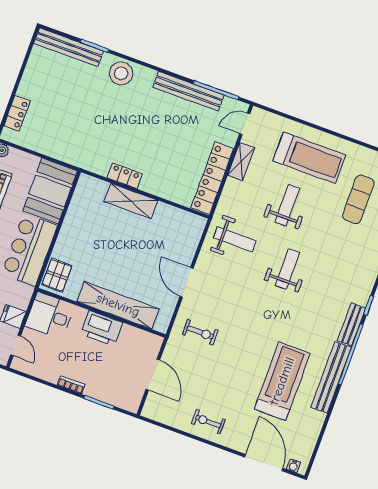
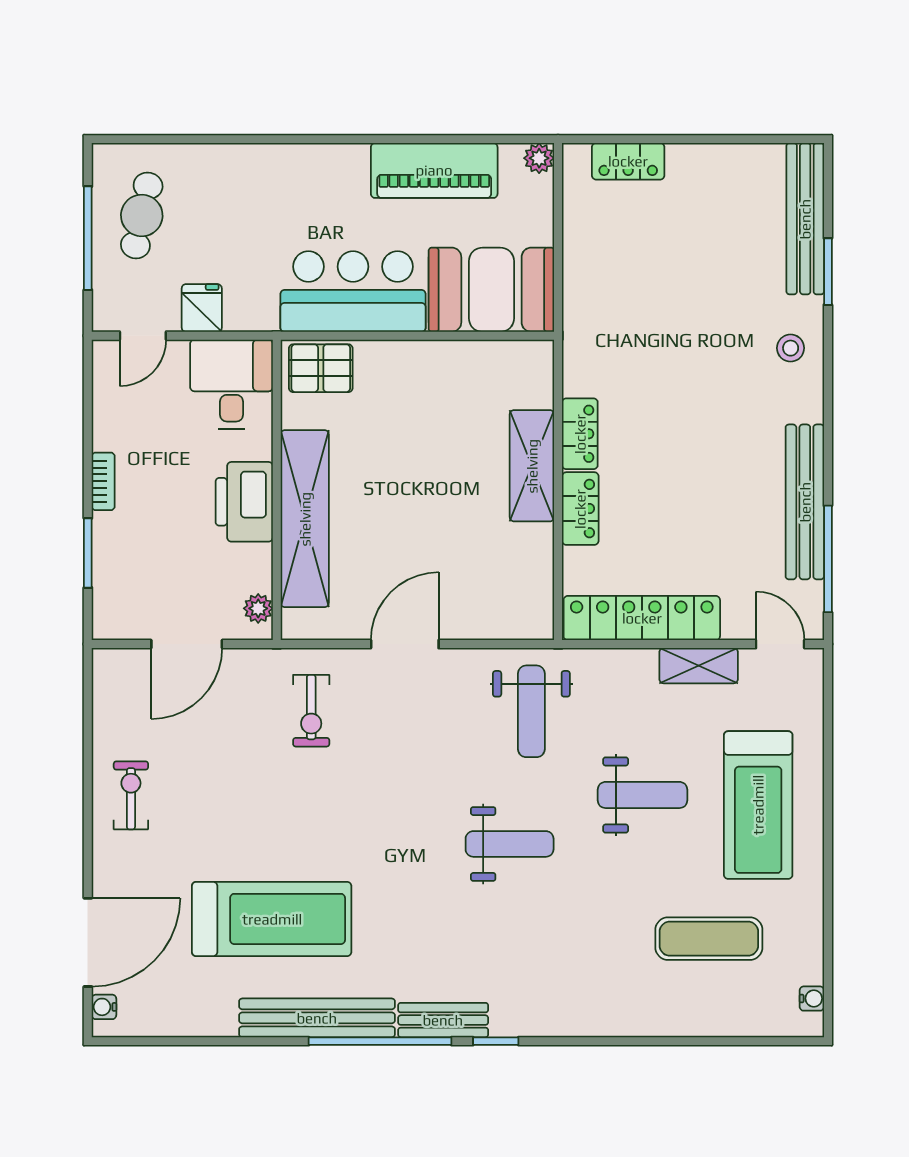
stool: (121, 73) -> (791, 348), width x0.53, depth x0.53
locker: (156, 187) -> (580, 509), added
plant: (149, 339) -> (258, 608), added

